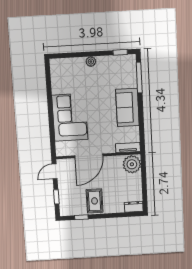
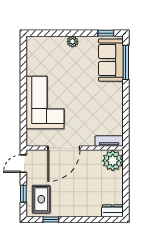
sofa: (127, 107) -> (111, 60), moved
rug: (95, 201) -> (41, 199), moved

